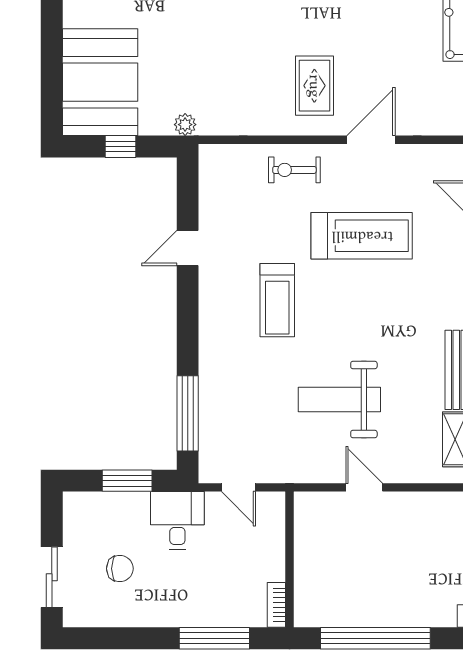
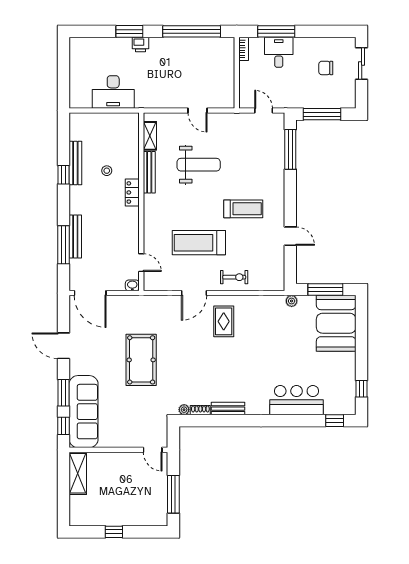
window: (121, 146) -> (325, 289), width x2.17
door: (188, 248) -> (290, 236), hinge flipped
treadmill: (277, 300) -> (243, 209), turned 90
weight bench: (339, 400) -> (199, 165), moved
window: (127, 481) -> (322, 114), width x1.44
desk: (177, 520) -> (279, 52), moved, turned 180

